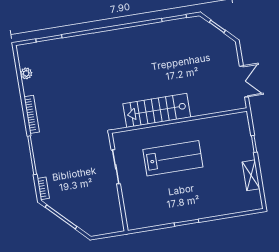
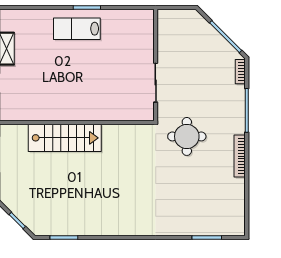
plant: (26, 73) -> (238, 203), removed
stairs: (157, 110) -> (65, 138), moved
round table: (81, 124) -> (187, 136), added
lab bench: (173, 158) -> (77, 29), moved, width x0.73, depth x0.72

